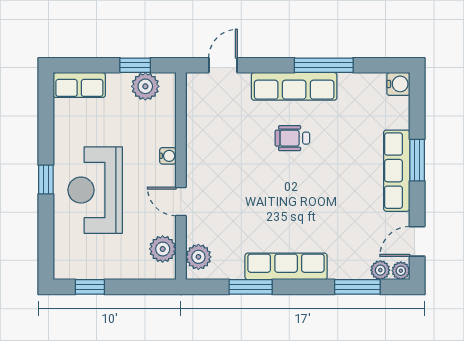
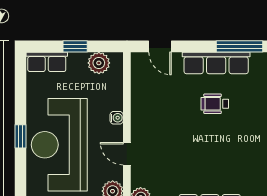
window: (135, 65) -> (75, 46), moved
door: (223, 65) -> (160, 46), swing flipped
reception desk: (95, 190) -> (59, 145), width x1.36, depth x1.30

